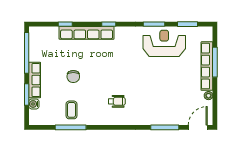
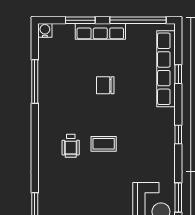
row of seats: (87, 33) -> (166, 69), moved
water cooler: (34, 104) -> (45, 30), moved
coffee table: (71, 110) -> (104, 144), moved

